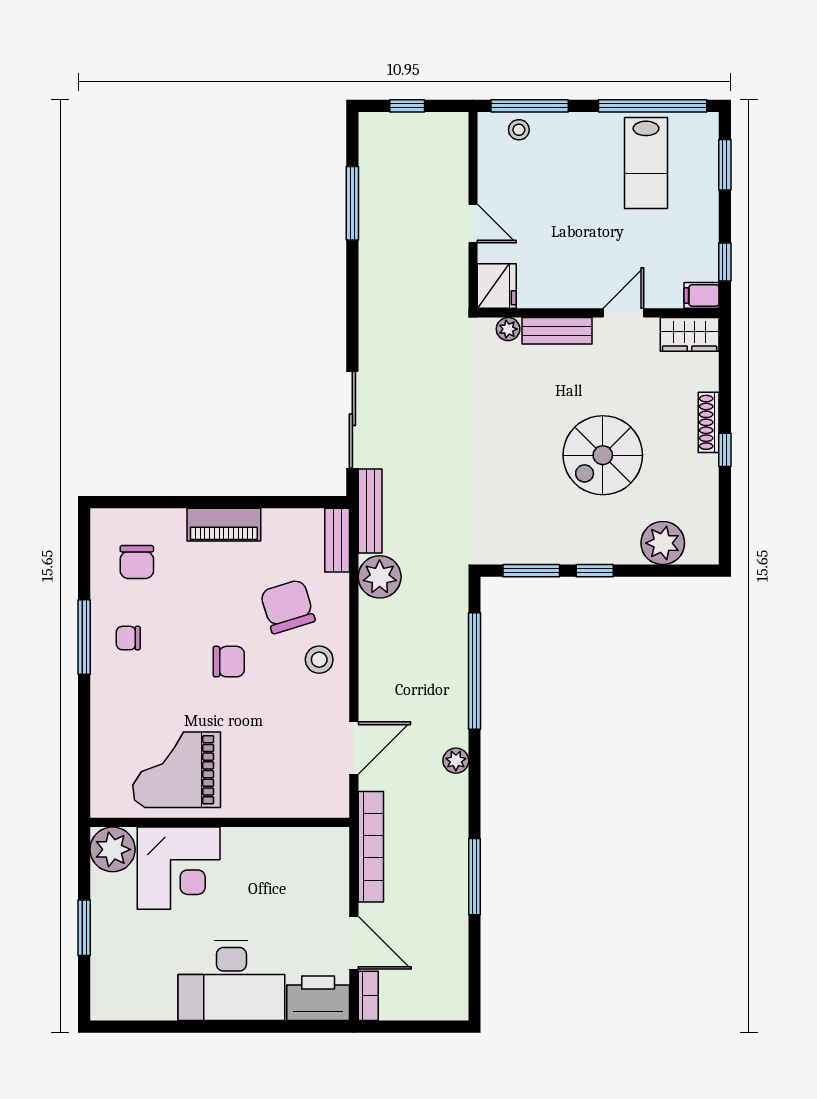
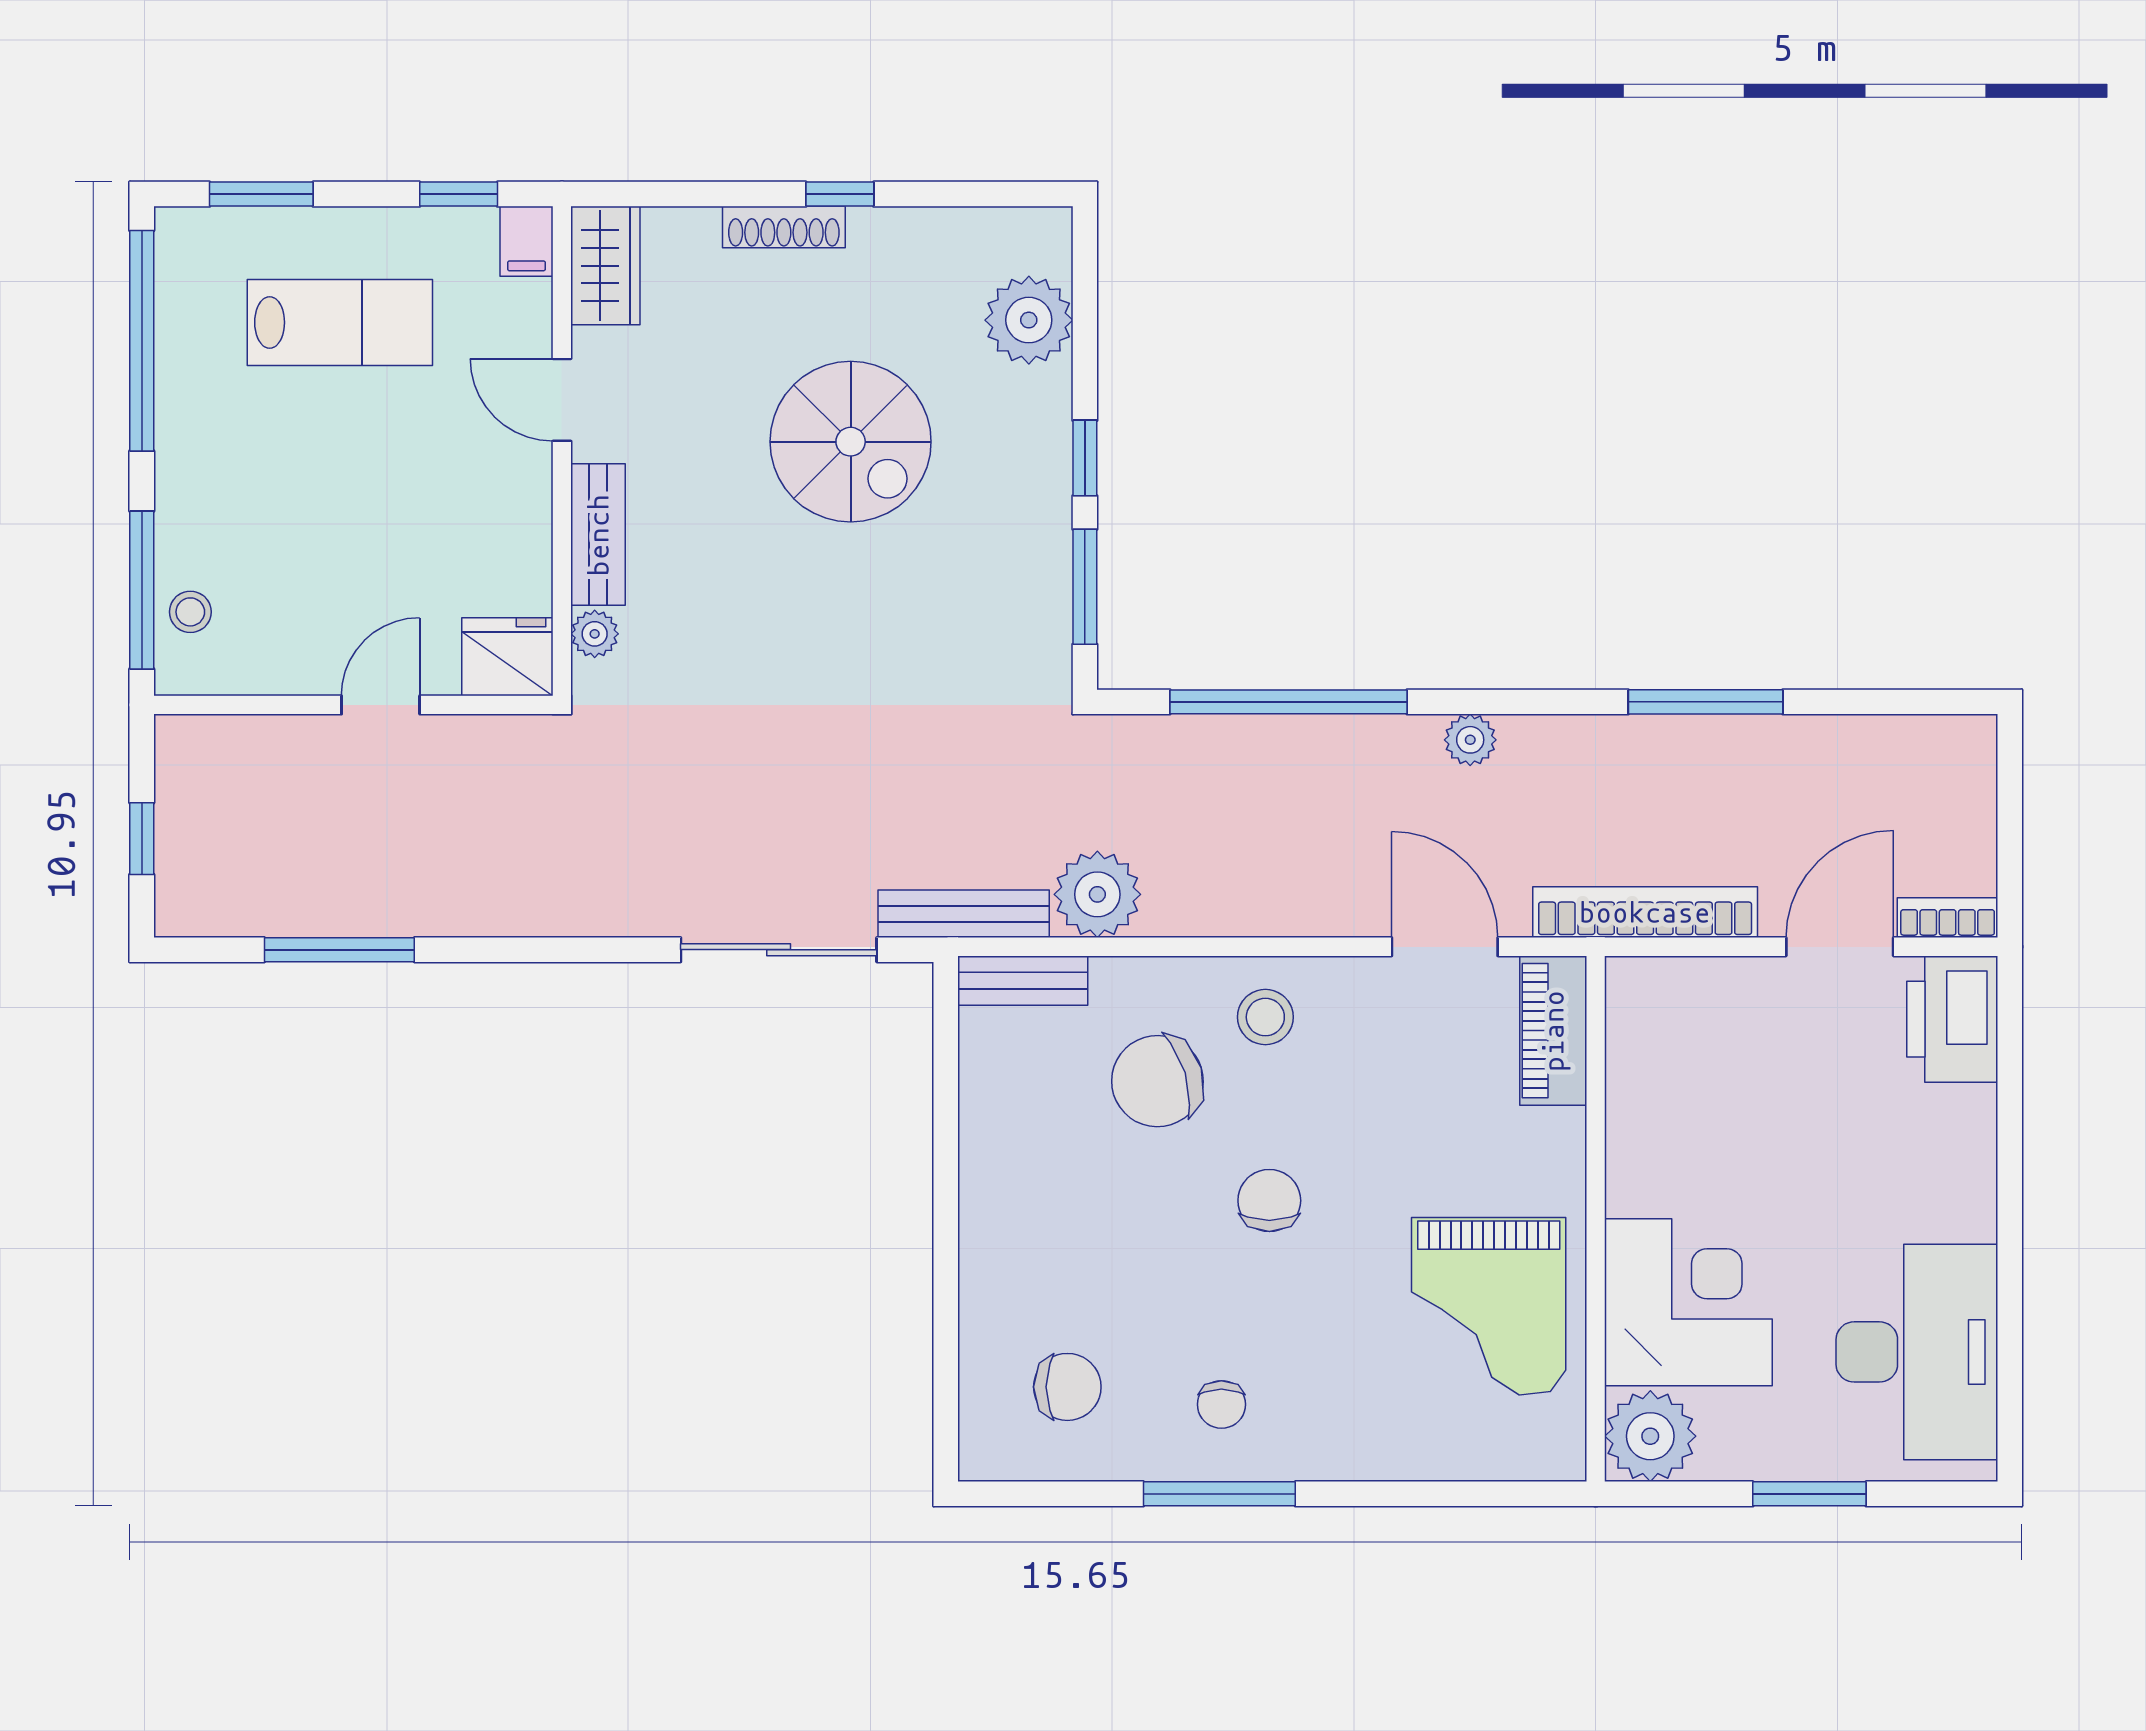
lab bench: (646, 163) -> (340, 322), moved
piano: (224, 525) -> (1553, 1031), moved, turned 180
desk: (231, 981) -> (1917, 1352), moved

